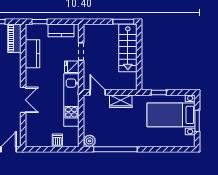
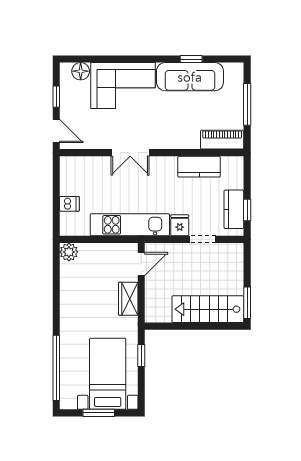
window: (39, 22) -> (247, 210), moved
window: (115, 149) -> (56, 368), moved

